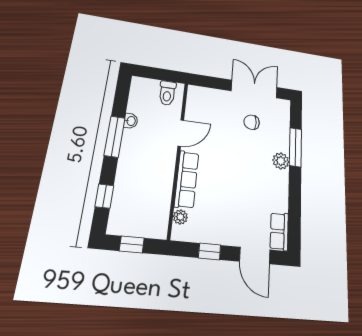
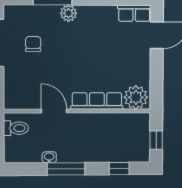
chair: (252, 122) -> (33, 44), turned 180
plant: (180, 217) -> (136, 97), width x1.87, depth x1.87
window: (210, 251) -> (157, 75), removed

